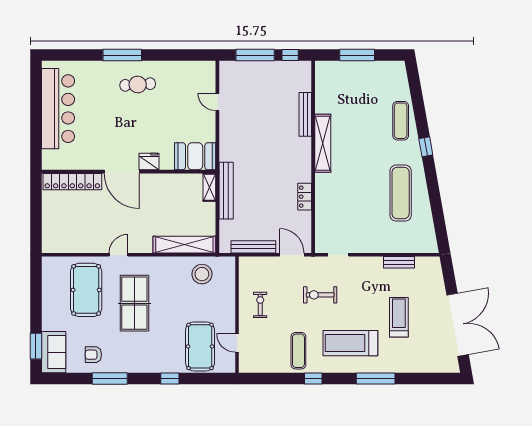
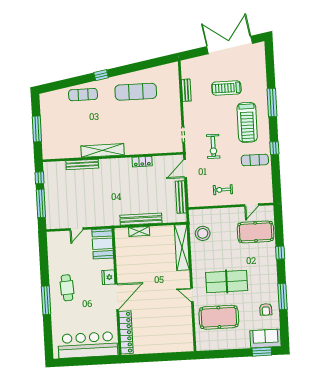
booth: (195, 156) -> (103, 244), moved
fridge: (149, 162) -> (108, 277), moved
door: (122, 172) -> (117, 297), moved
wall: (129, 172) -> (117, 292), moved
locker: (72, 182) -> (126, 332), moved

